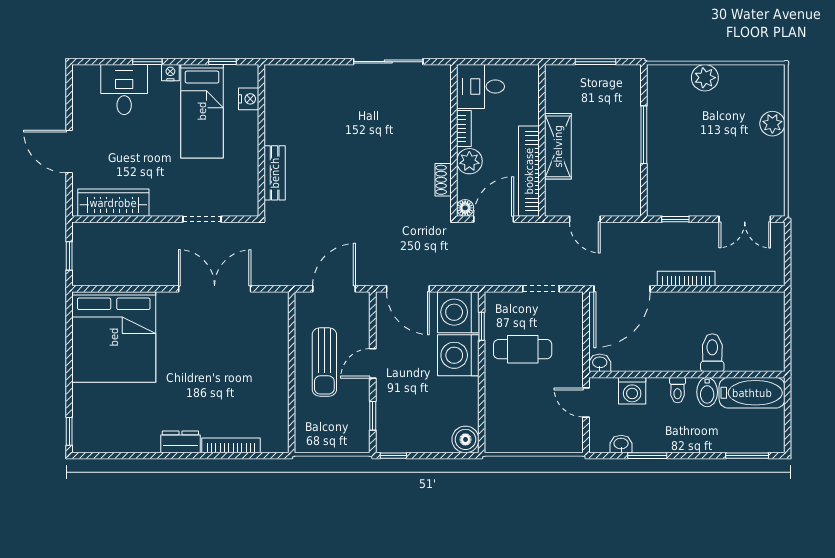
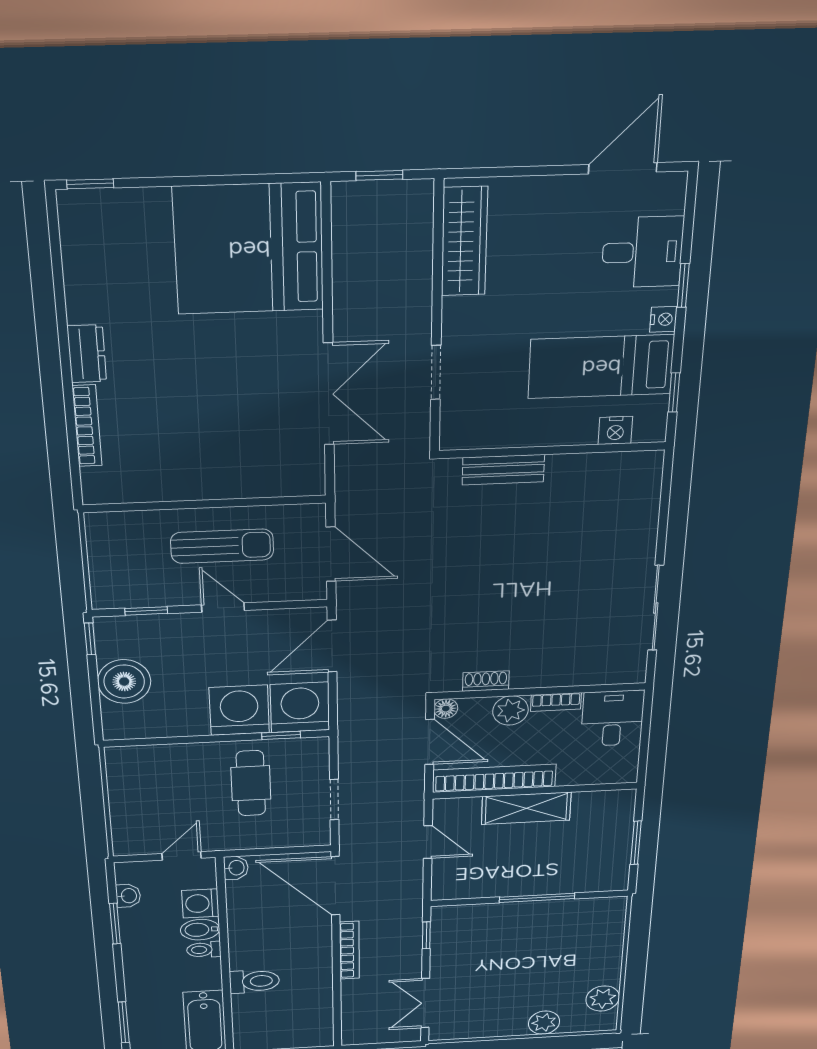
plant: (705, 78) -> (603, 998), moved
door: (69, 152) -> (623, 168), moved
door: (585, 219) -> (428, 842), swing flipped
sun lounger: (324, 362) -> (222, 546), turned 180
bidet: (707, 392) -> (200, 930), moved
boiler: (465, 439) -> (124, 682), moved, width x1.37, depth x1.37

